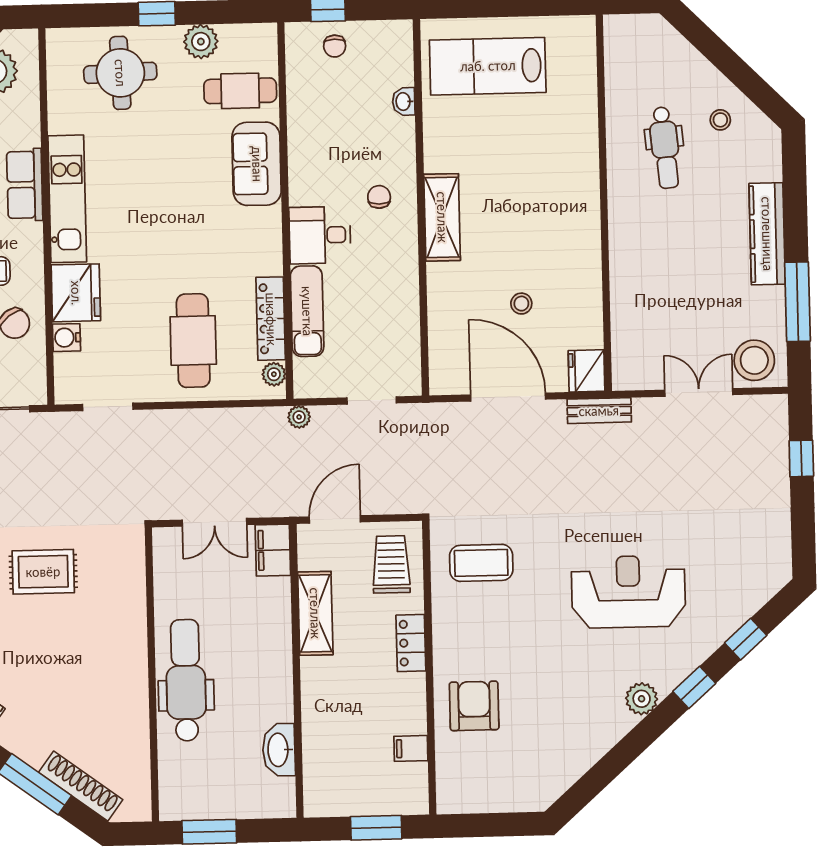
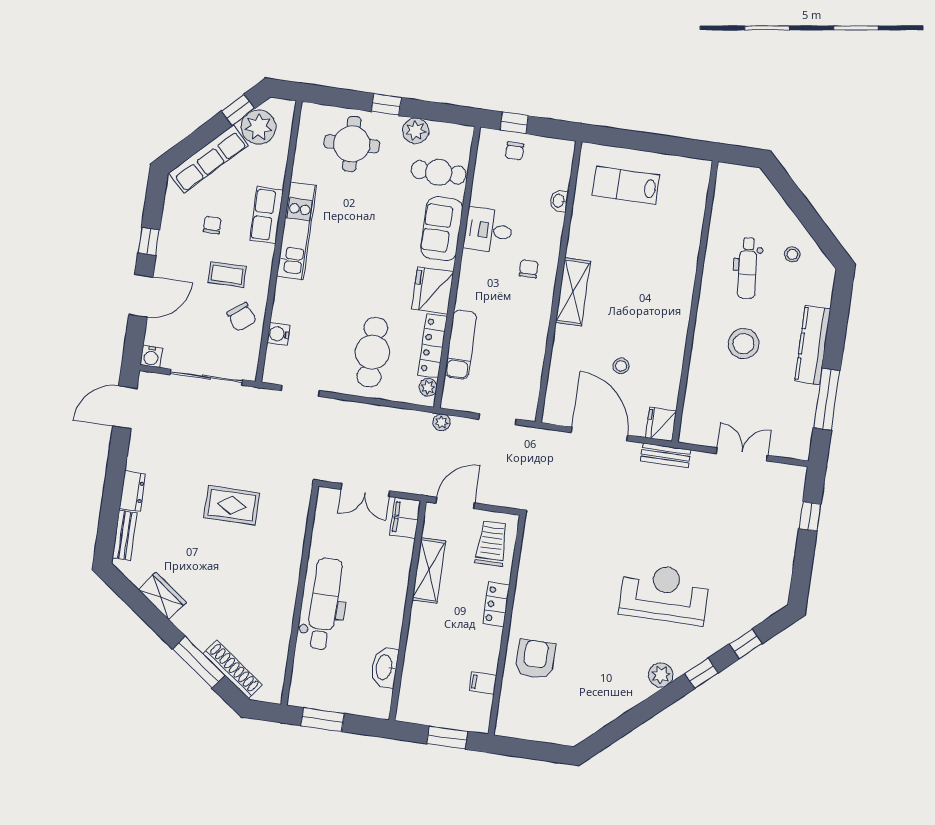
lab bench: (488, 66) -> (626, 185), width x0.73, depth x0.72
desk: (320, 235) -> (488, 230), moved
fridge: (76, 293) -> (433, 291), moved, turned 180
stool: (754, 360) -> (744, 344), moved
coffee table: (481, 563) -> (559, 554), removed

